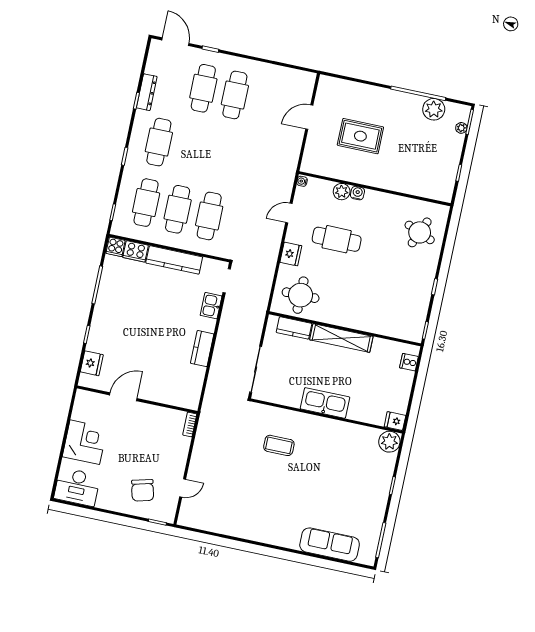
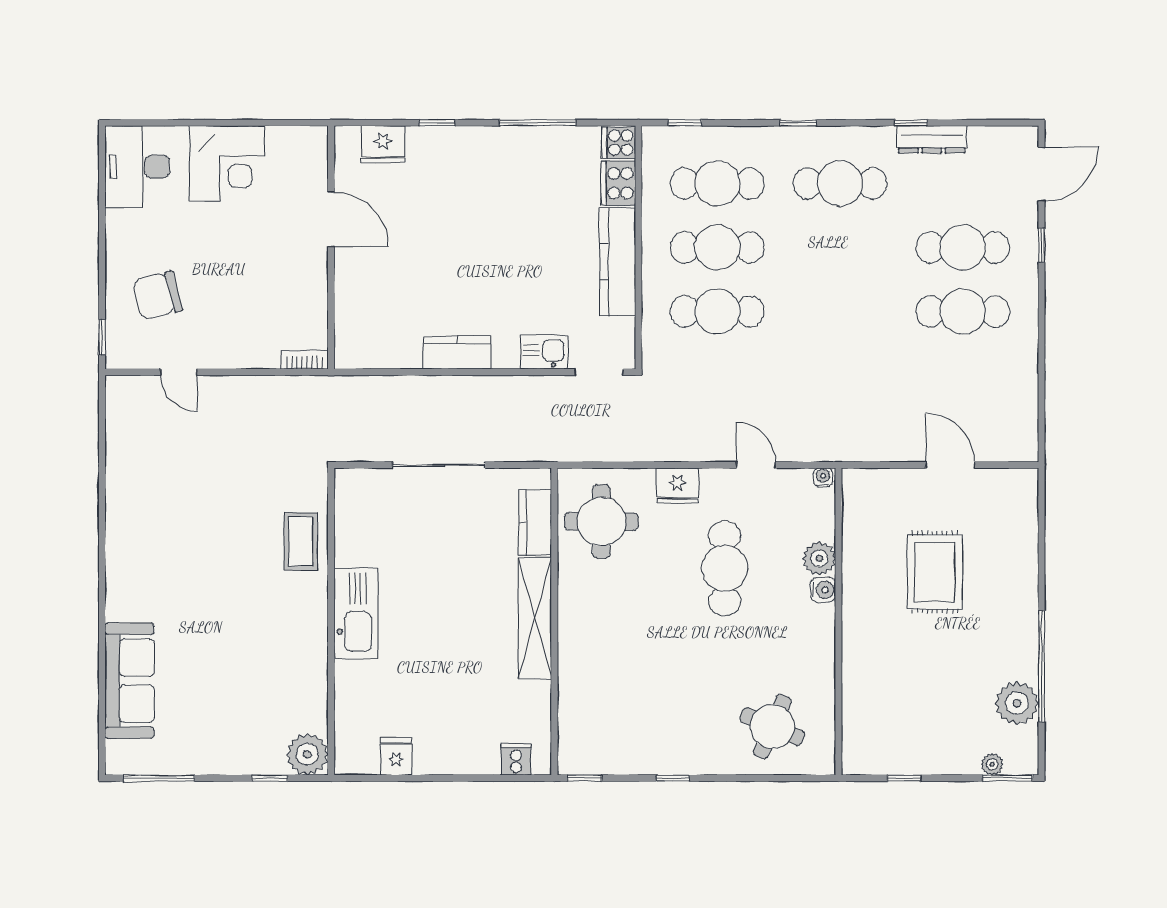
kitchen sink: (325, 403) -> (356, 613), moved
wall: (326, 416) -> (331, 622), moved
plant: (389, 442) -> (307, 754), moved

